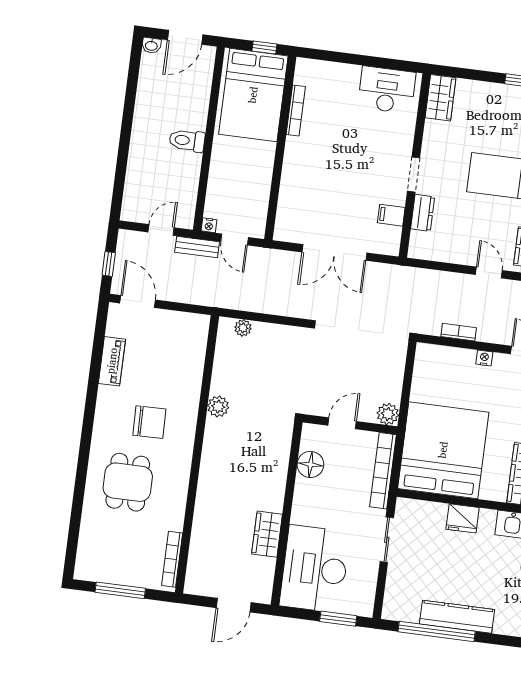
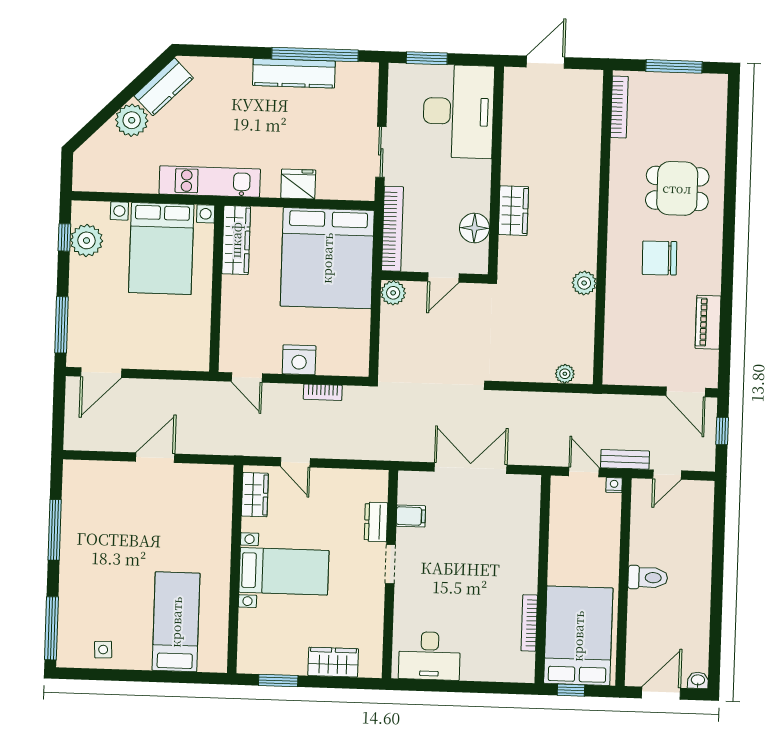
wardrobe: (440, 98) -> (333, 662), moved, turned 90
nightstand: (484, 358) -> (299, 360), width x1.89, depth x1.79
dining table: (128, 482) -> (677, 188), turned 90
wardrobe: (267, 534) -> (513, 211), moved

